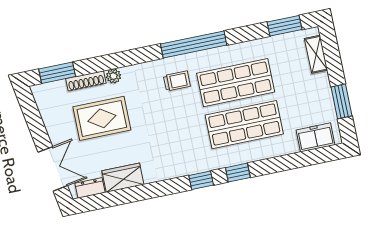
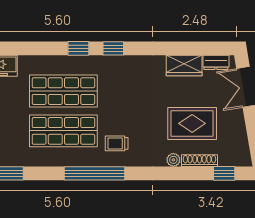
window: (57, 73) -> (224, 173), width x0.67

